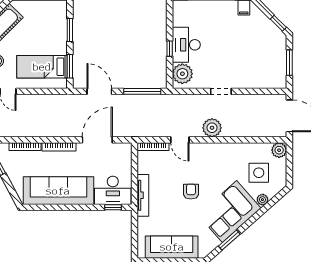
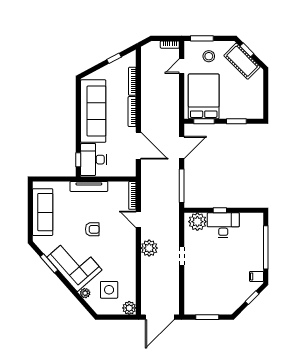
window: (278, 23) -> (252, 298), moved
bed: (42, 67) -> (204, 96), width x1.50
door: (180, 140) -> (138, 219), hinge flipped

